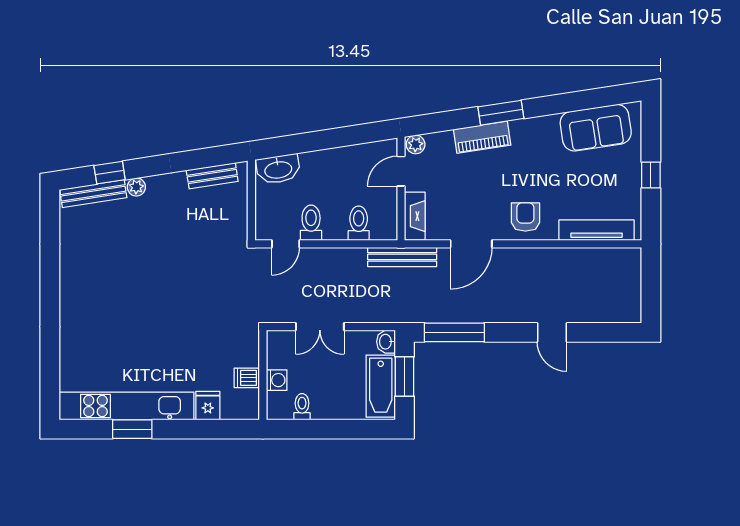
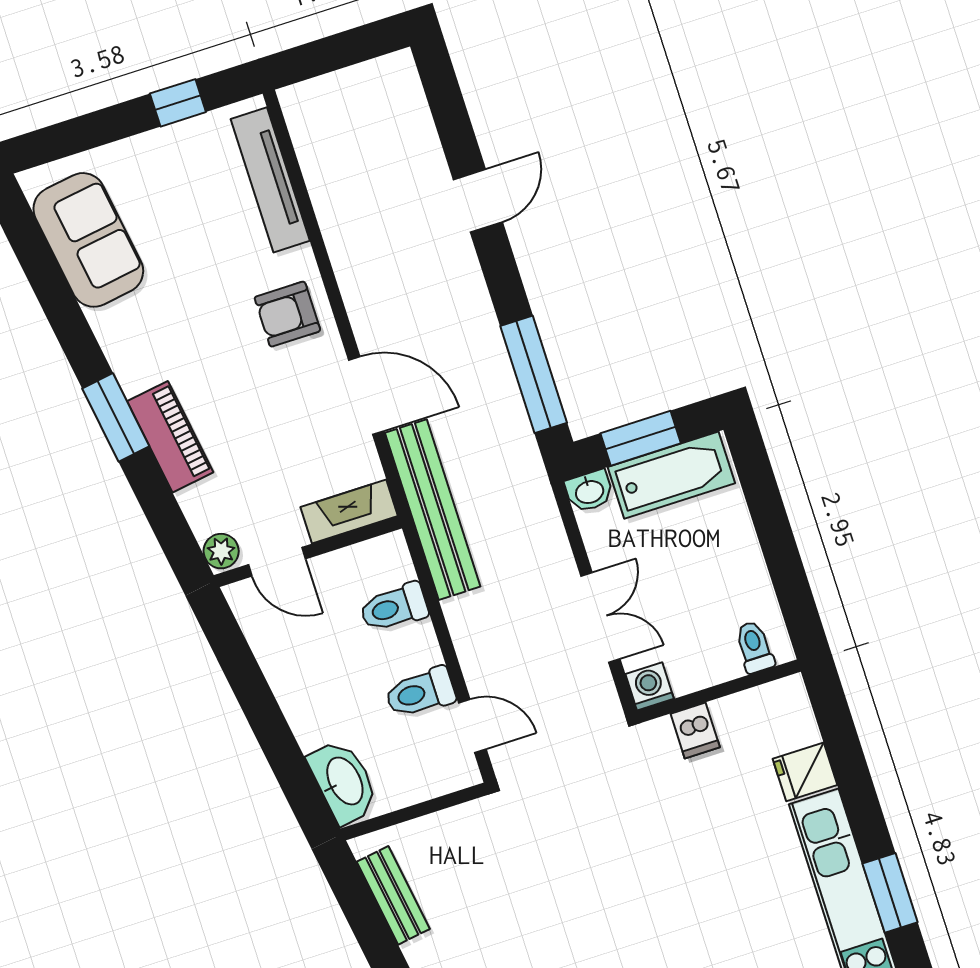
window: (651, 175) -> (178, 103), moved
bench: (402, 257) -> (433, 510), width x1.37, depth x1.21
dishwasher: (247, 378) -> (695, 730), moved
washing machine: (277, 380) -> (650, 686), moved
toilet: (302, 407) -> (754, 647), moved, turned 90

